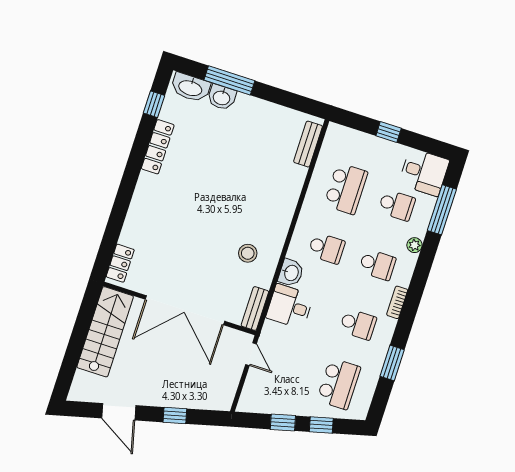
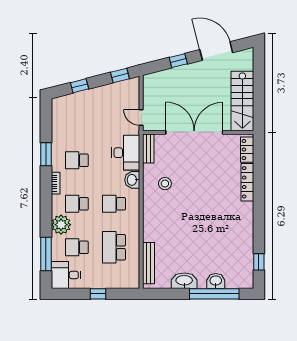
window: (229, 80) -> (214, 294), width x1.46
washbasin: (190, 88) -> (184, 281), moved
bench: (308, 144) -> (149, 263), width x1.36
locker: (158, 147) -> (247, 182), moved
plant: (414, 245) -> (61, 225), width x1.88, depth x1.88
desk: (290, 306) -> (126, 153), width x1.37
window: (392, 363) -> (46, 154), moved
school desk: (339, 384) -> (77, 117), removed
door: (119, 412) -> (216, 51), width x1.36
window: (283, 422) -> (120, 76), moved

